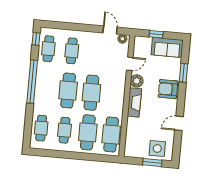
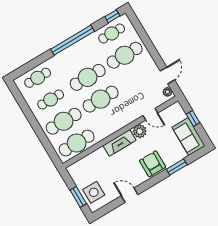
cafe table: (72, 51) -> (125, 55), width x1.37, depth x1.35

